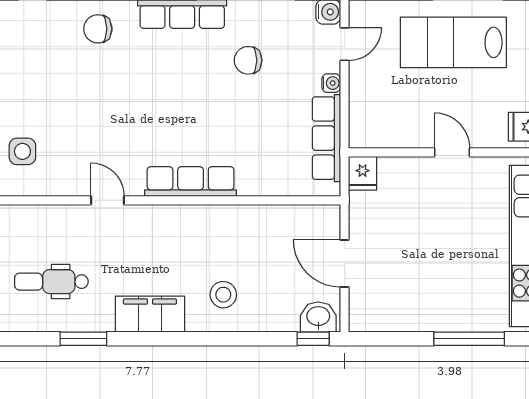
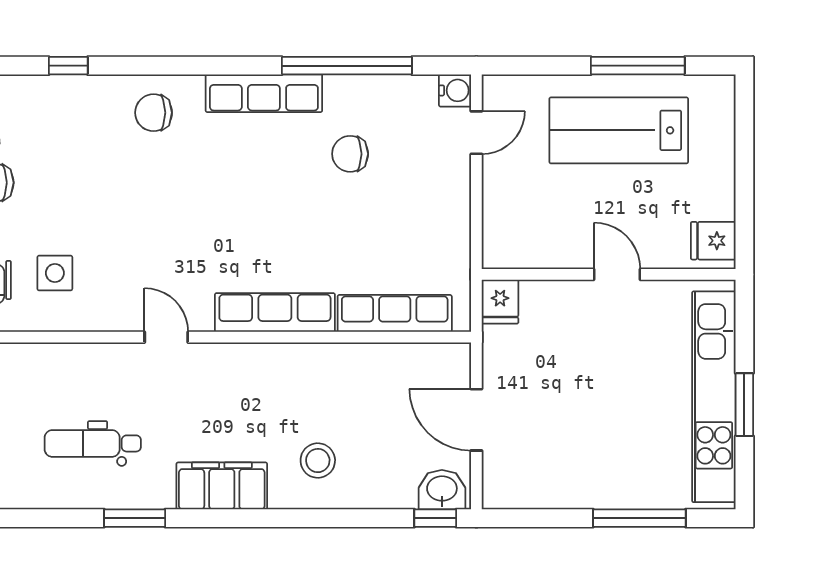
water cooler: (331, 83) -> (459, 184), removed
row of seats: (326, 138) -> (395, 313), moved, turned 90

